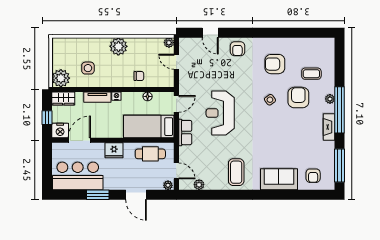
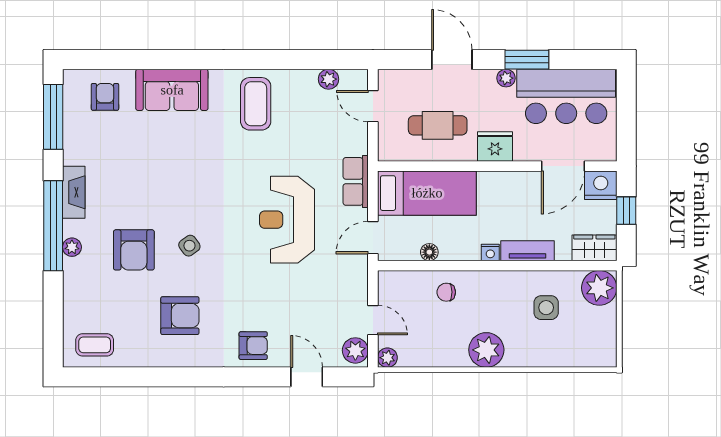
plant: (185, 46) -> (355, 350), added
armchair: (237, 49) -> (253, 346), turned 90
coffee table: (311, 74) -> (95, 345), moved
reception desk: (220, 113) -> (287, 220), turned 180
cafe table: (150, 154) -> (438, 125), moved
plant: (168, 185) -> (506, 78), moved

